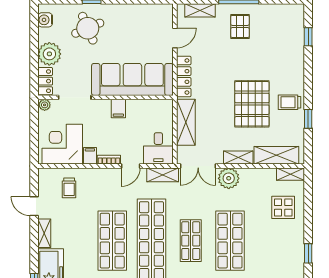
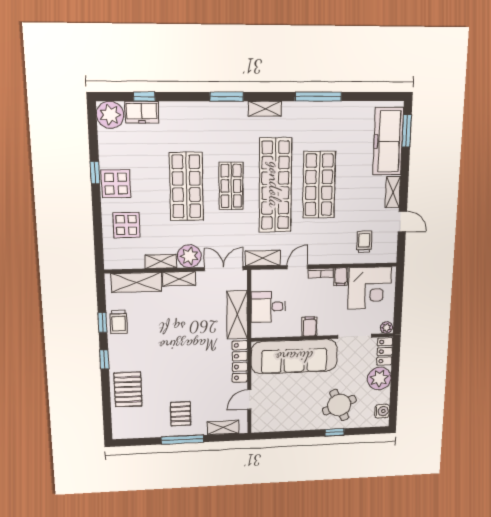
window: (308, 37) -> (104, 359), moved
trolley: (290, 102) -> (119, 322), moved, turned 90
pallet: (252, 104) -> (128, 389), moved, width x0.73, depth x0.71
desk: (158, 148) -> (268, 307), moved, turned -90
shelving: (290, 174) -> (161, 261), moved
display table: (291, 244) -> (116, 184), added

